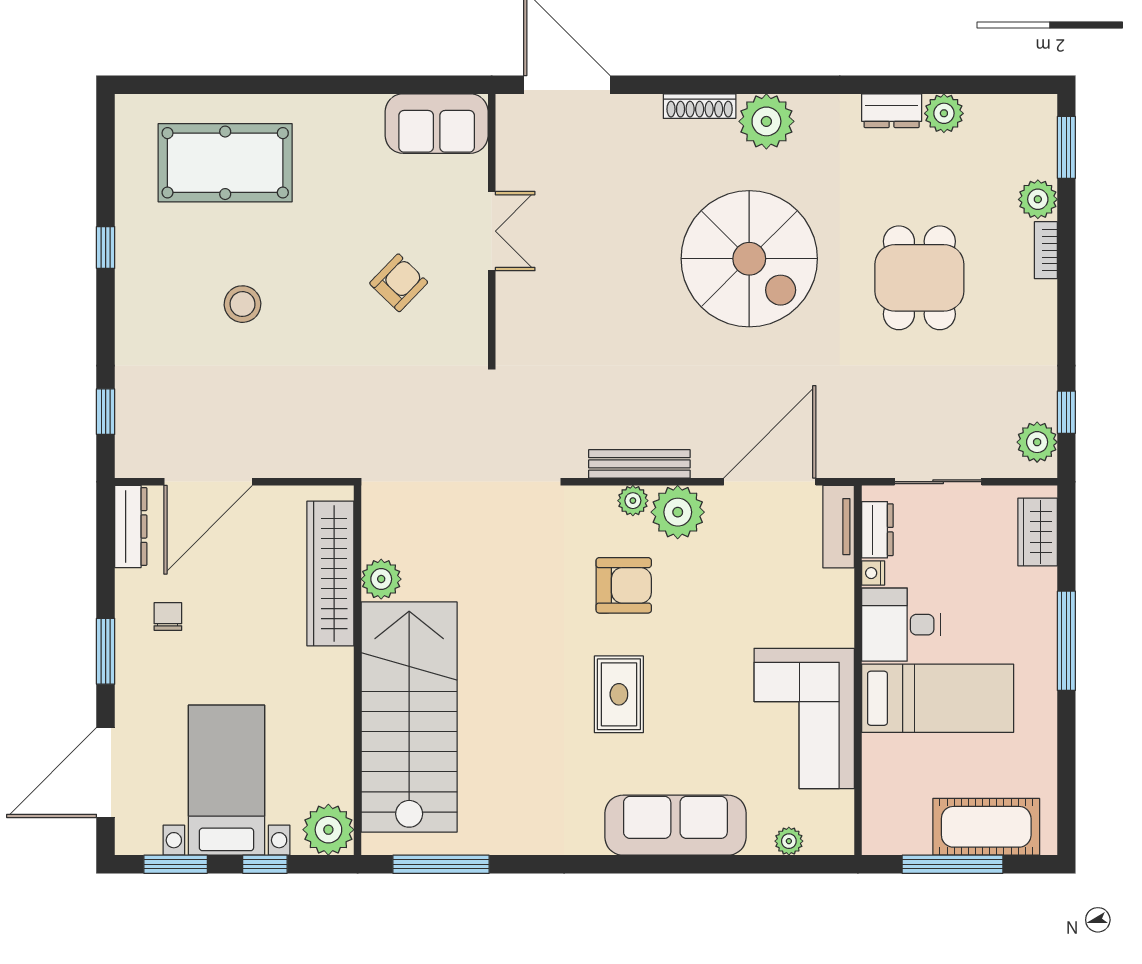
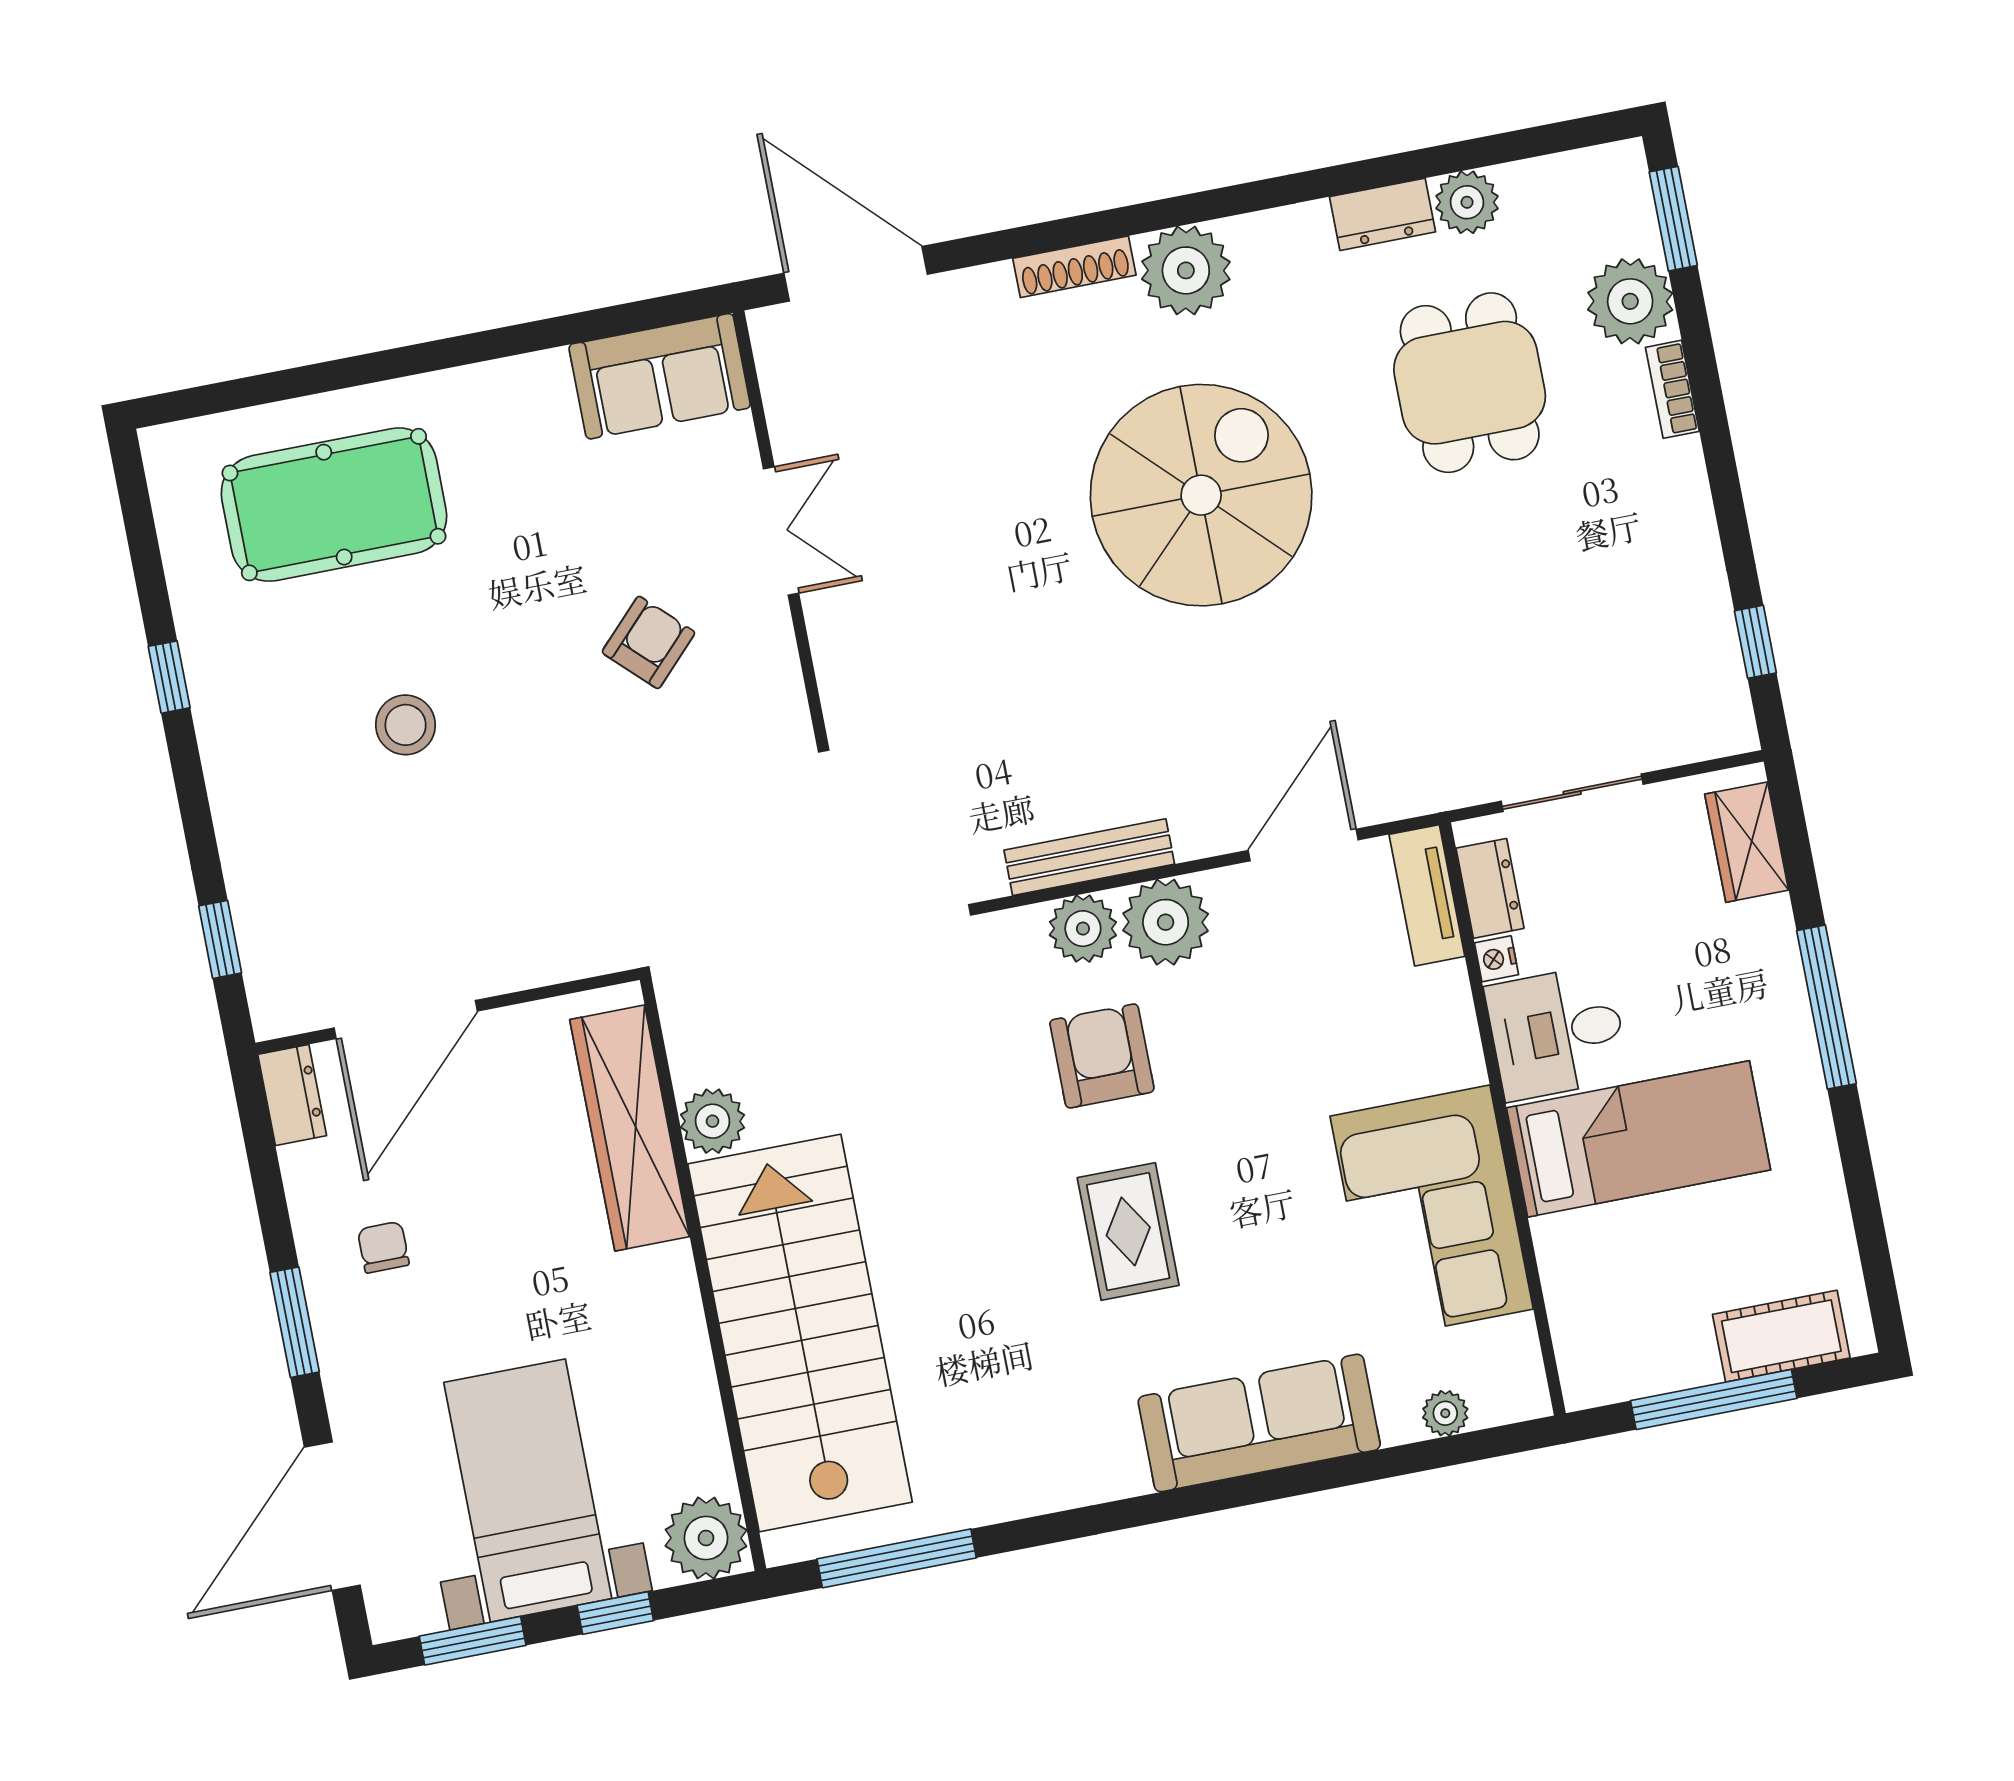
plant: (1038, 199) -> (1630, 301), width x1.36, depth x1.36
spiral stairs: (749, 259) -> (1201, 495), turned -90
dining table: (919, 278) -> (1470, 383), moved
plant: (1037, 442) -> (1718, 699), removed
door: (770, 482) -> (1303, 845), width x0.73
plant: (633, 501) -> (1083, 929), width x1.38, depth x1.38
dresser: (131, 526) -> (292, 1095), width x0.70
armchair: (624, 585) -> (1102, 1056), turned -90
cot: (986, 827) -> (1781, 1336), width x0.73, depth x0.75

